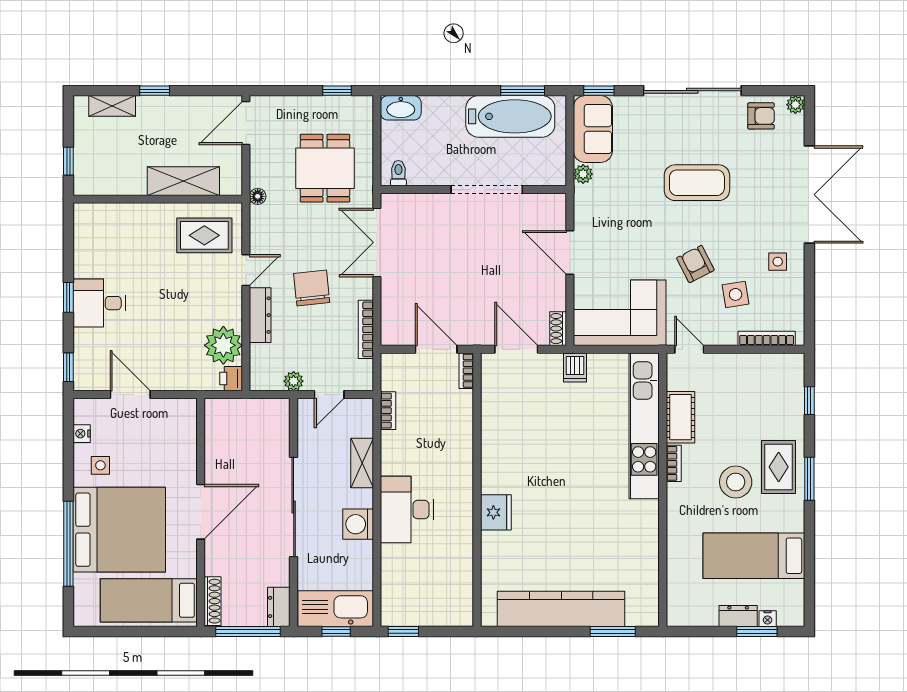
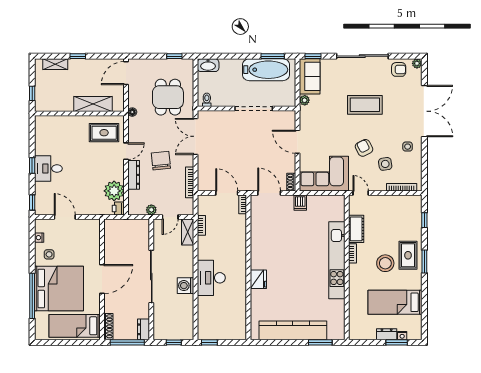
kitchen unit: (644, 426) -> (337, 260), moved
shelving: (362, 463) -> (188, 232), moved
kitchen sink: (336, 609) -> (174, 330), removed

